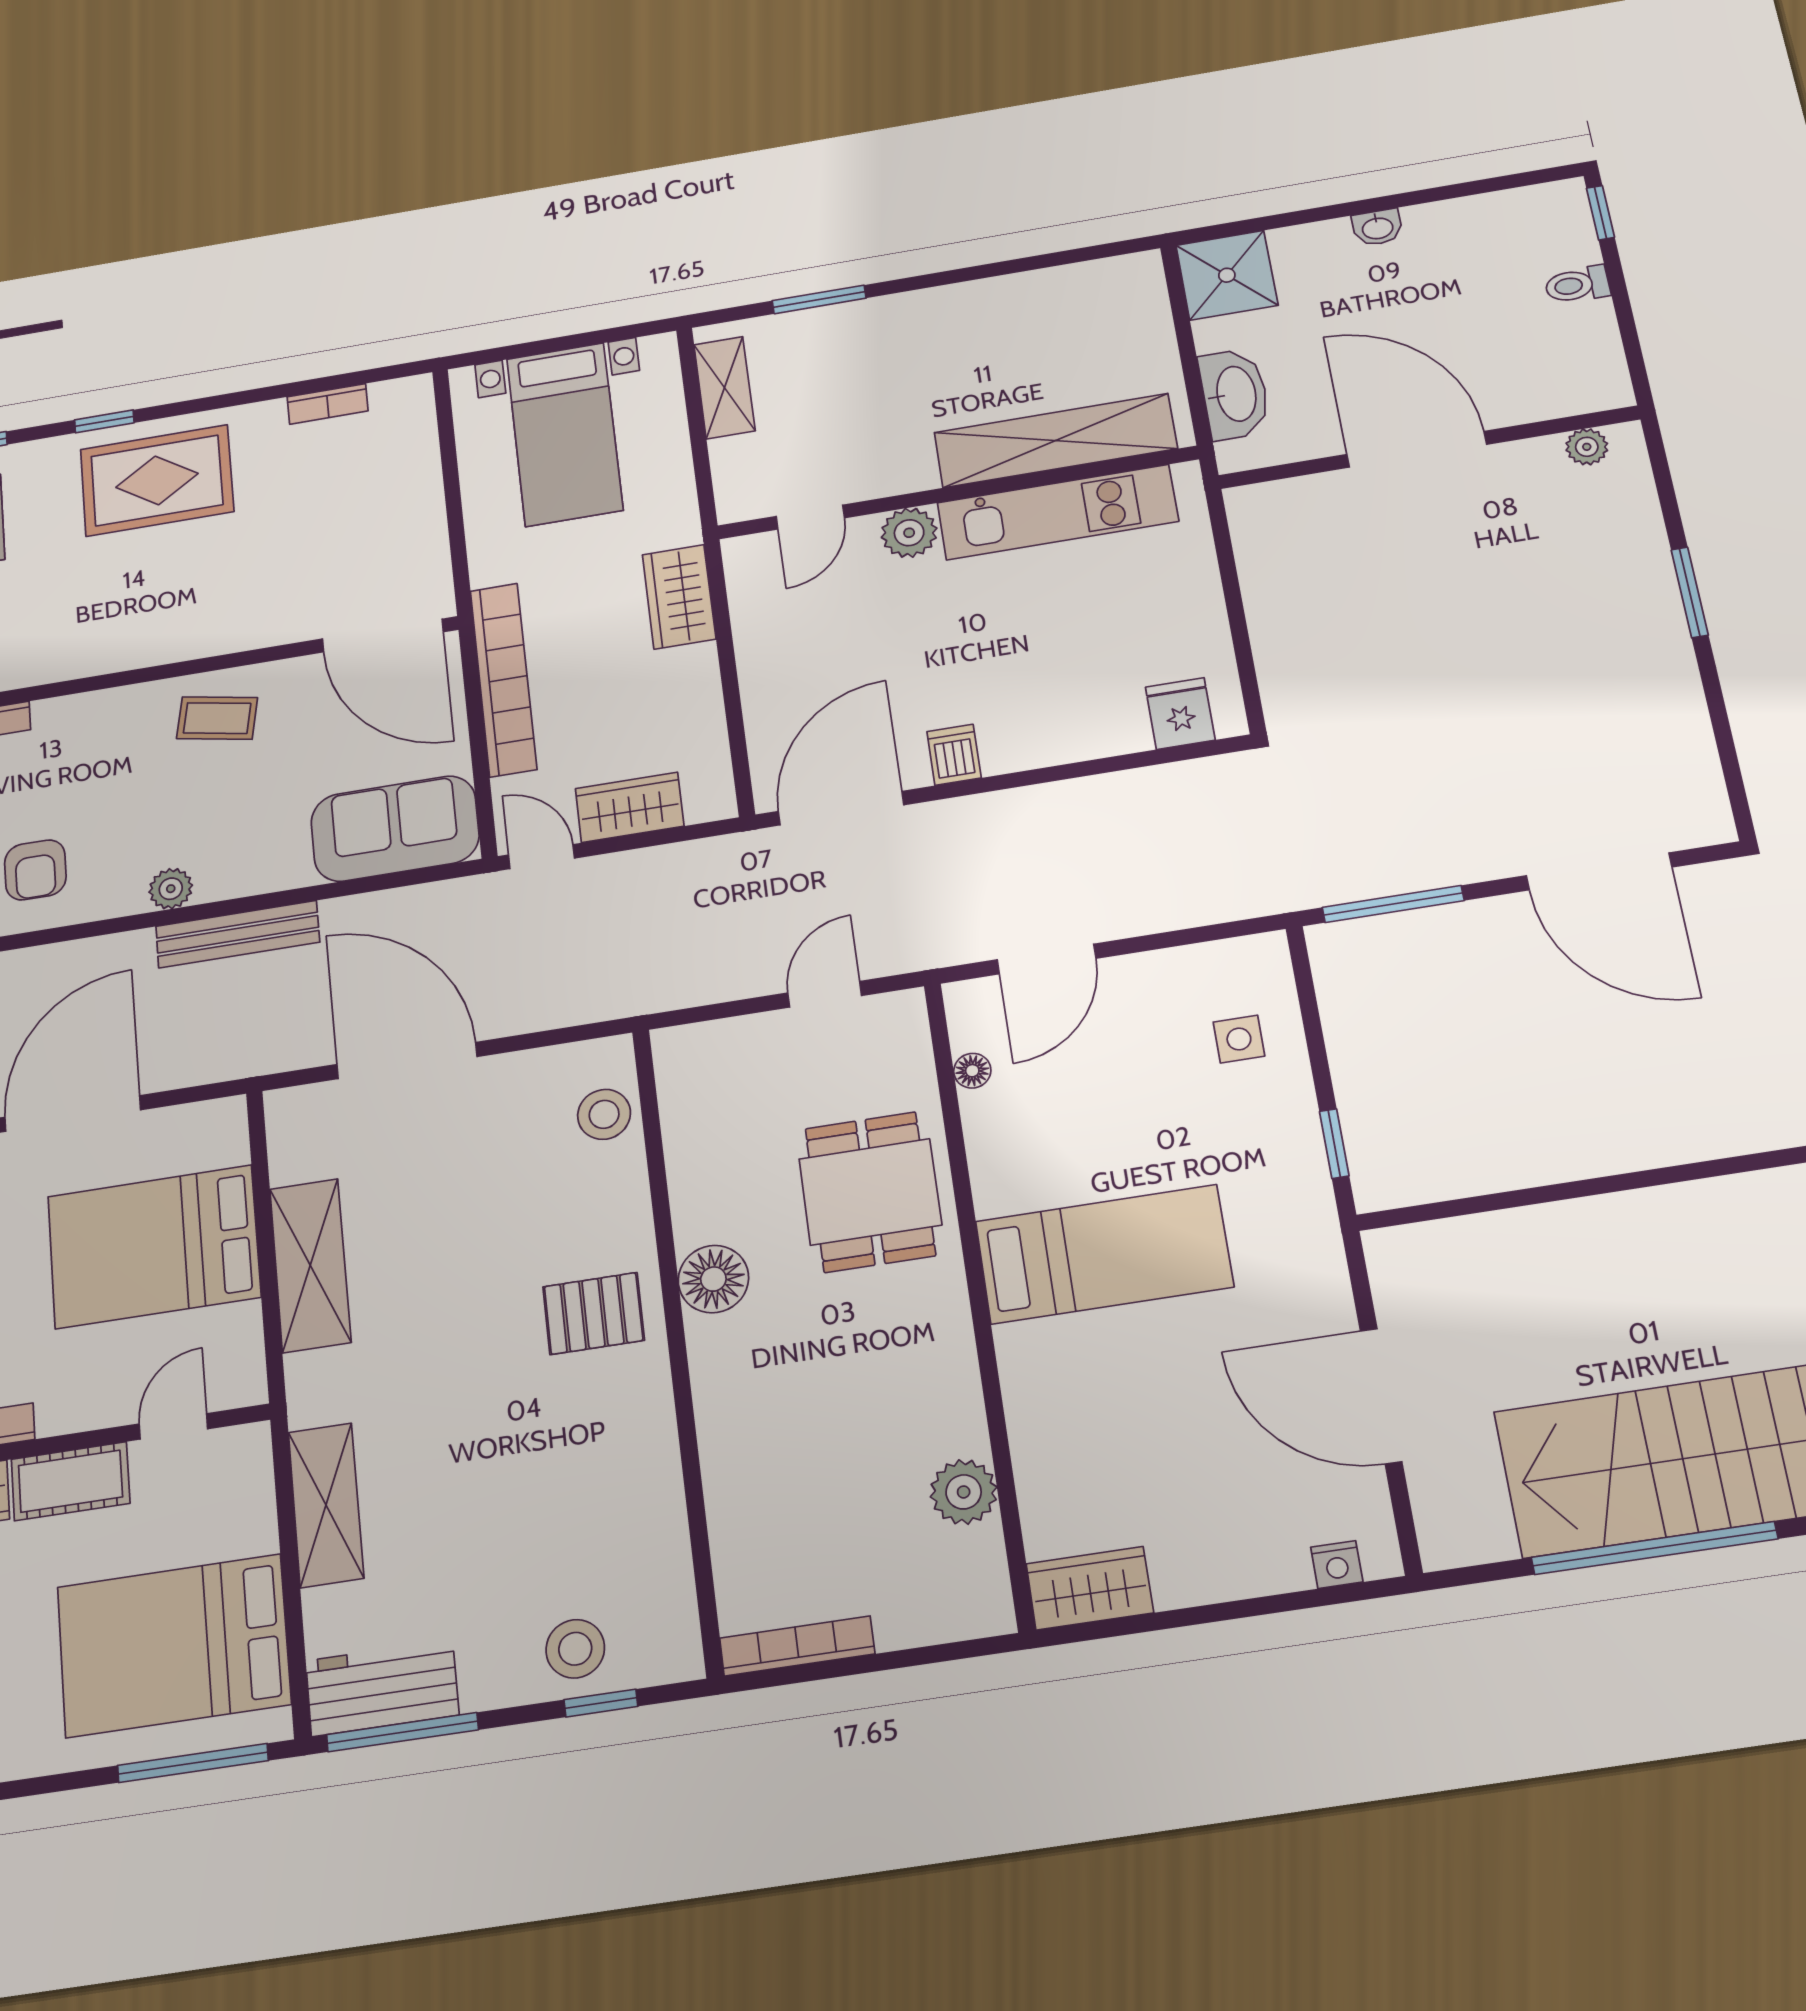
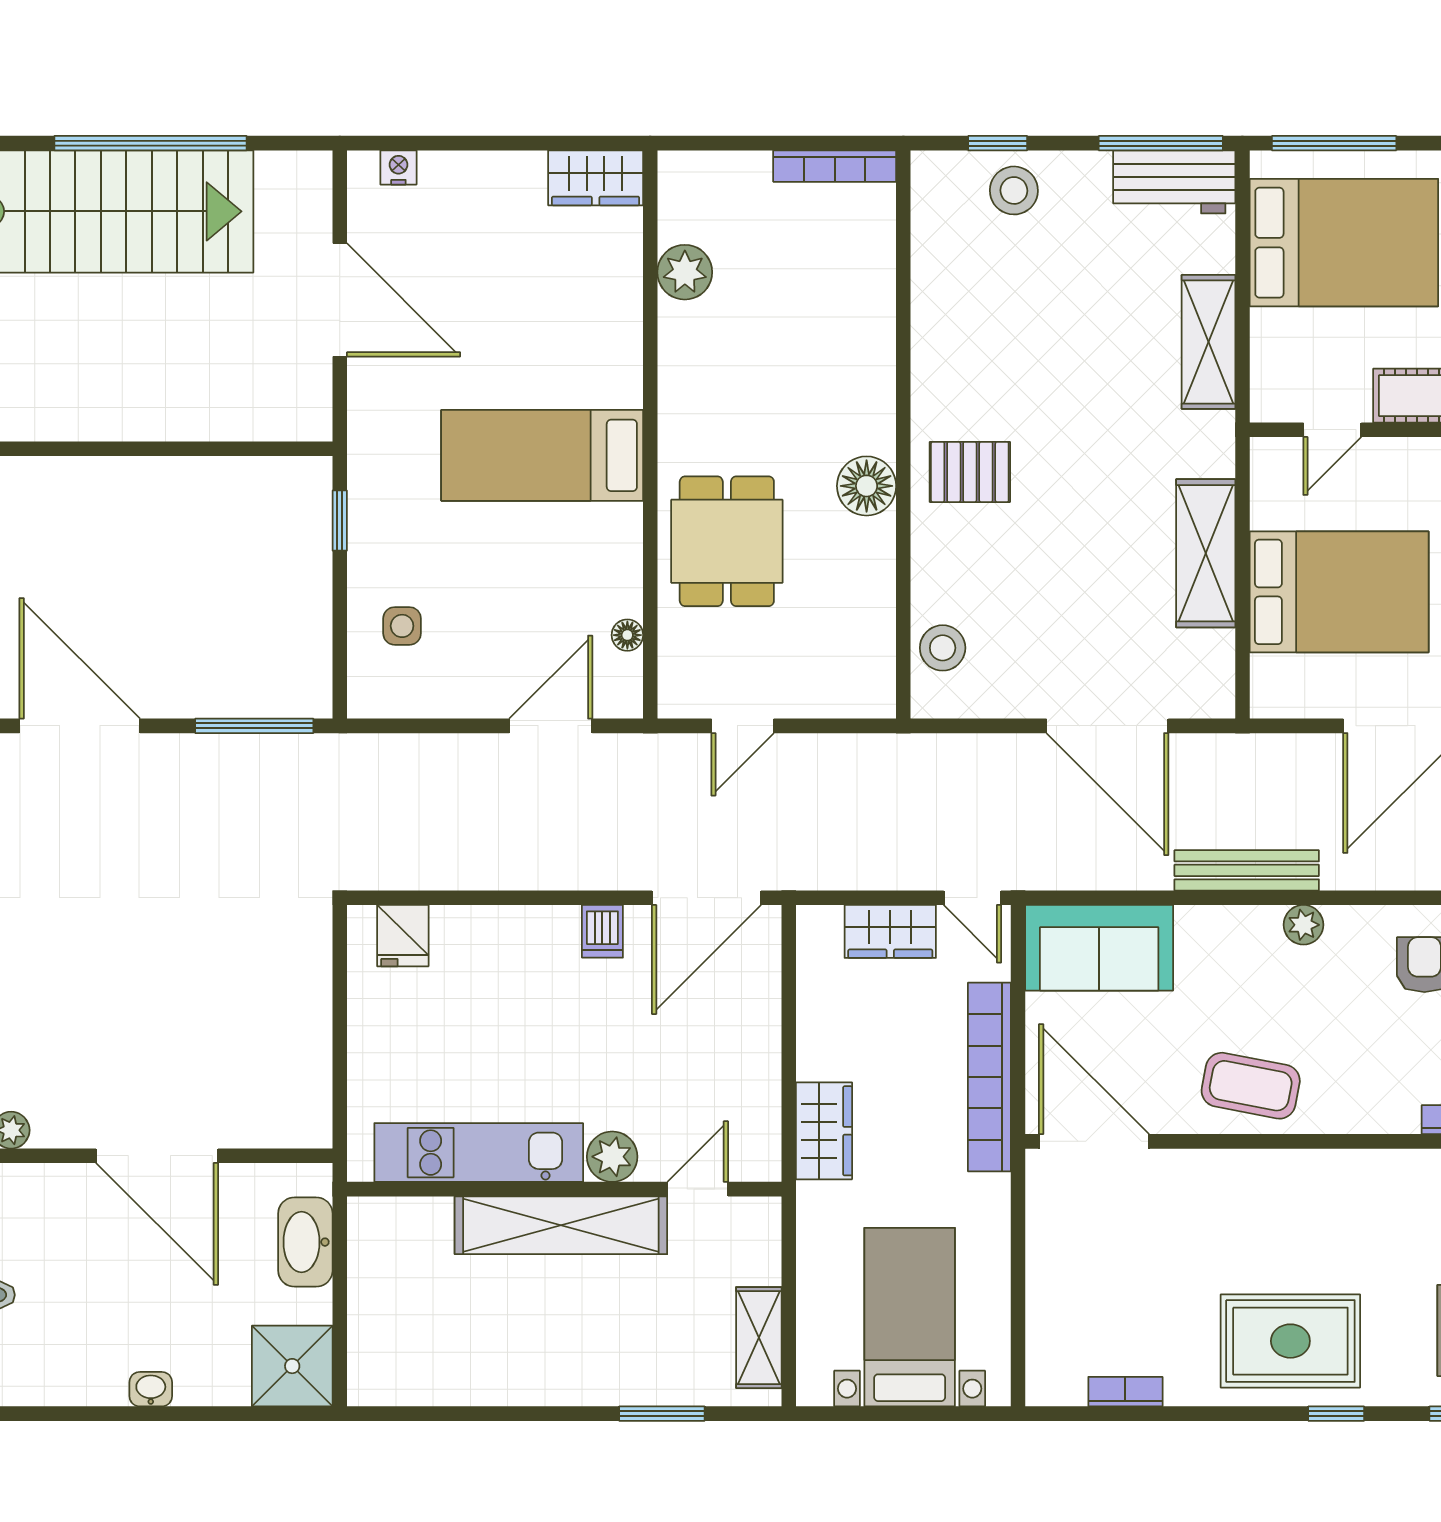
shelving: (1056, 441) -> (561, 1225), moved
coffee table: (217, 718) -> (1251, 1086), width x1.36, depth x1.30

